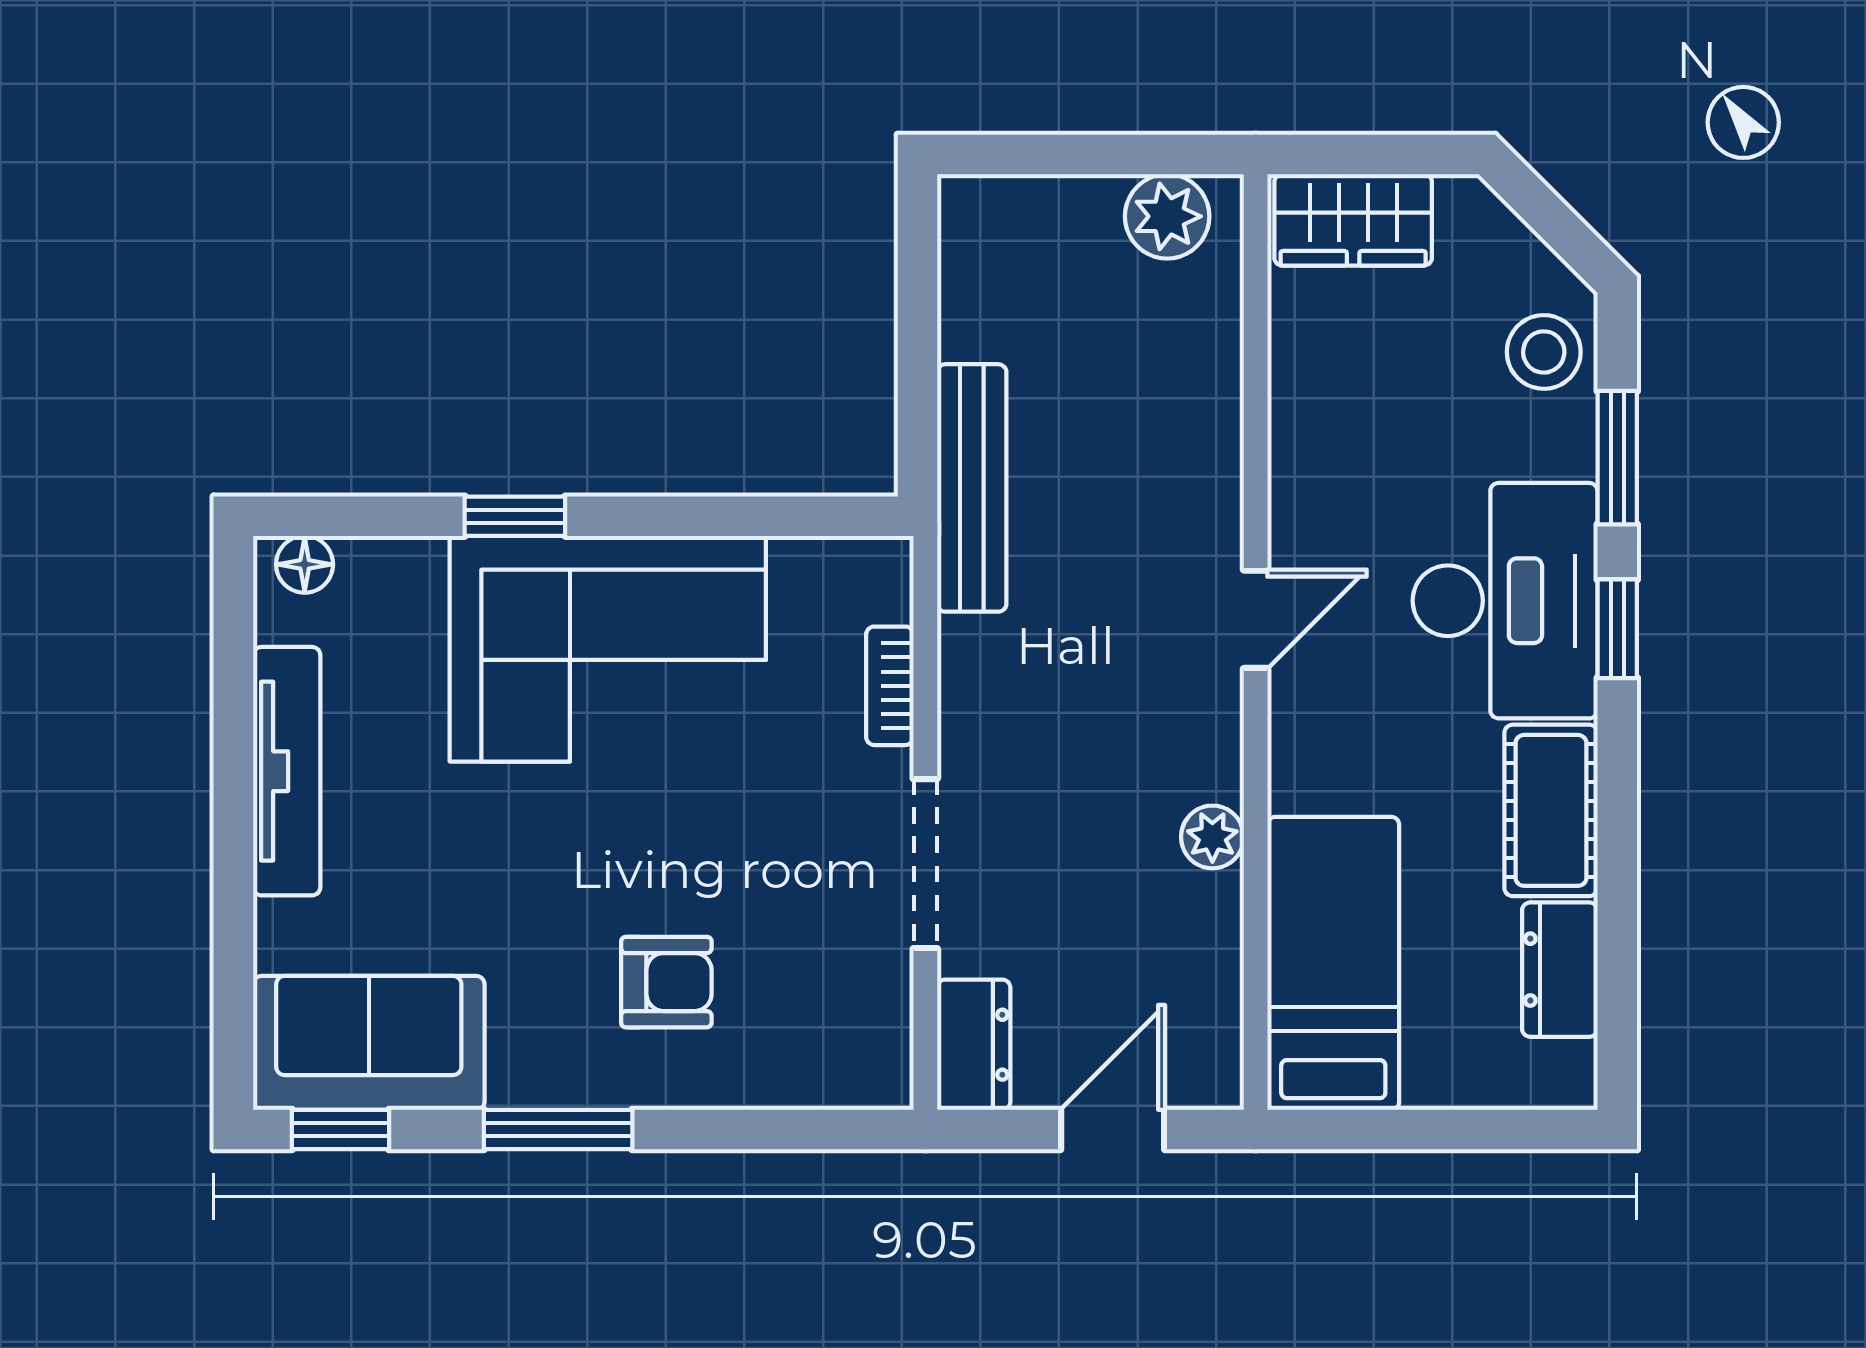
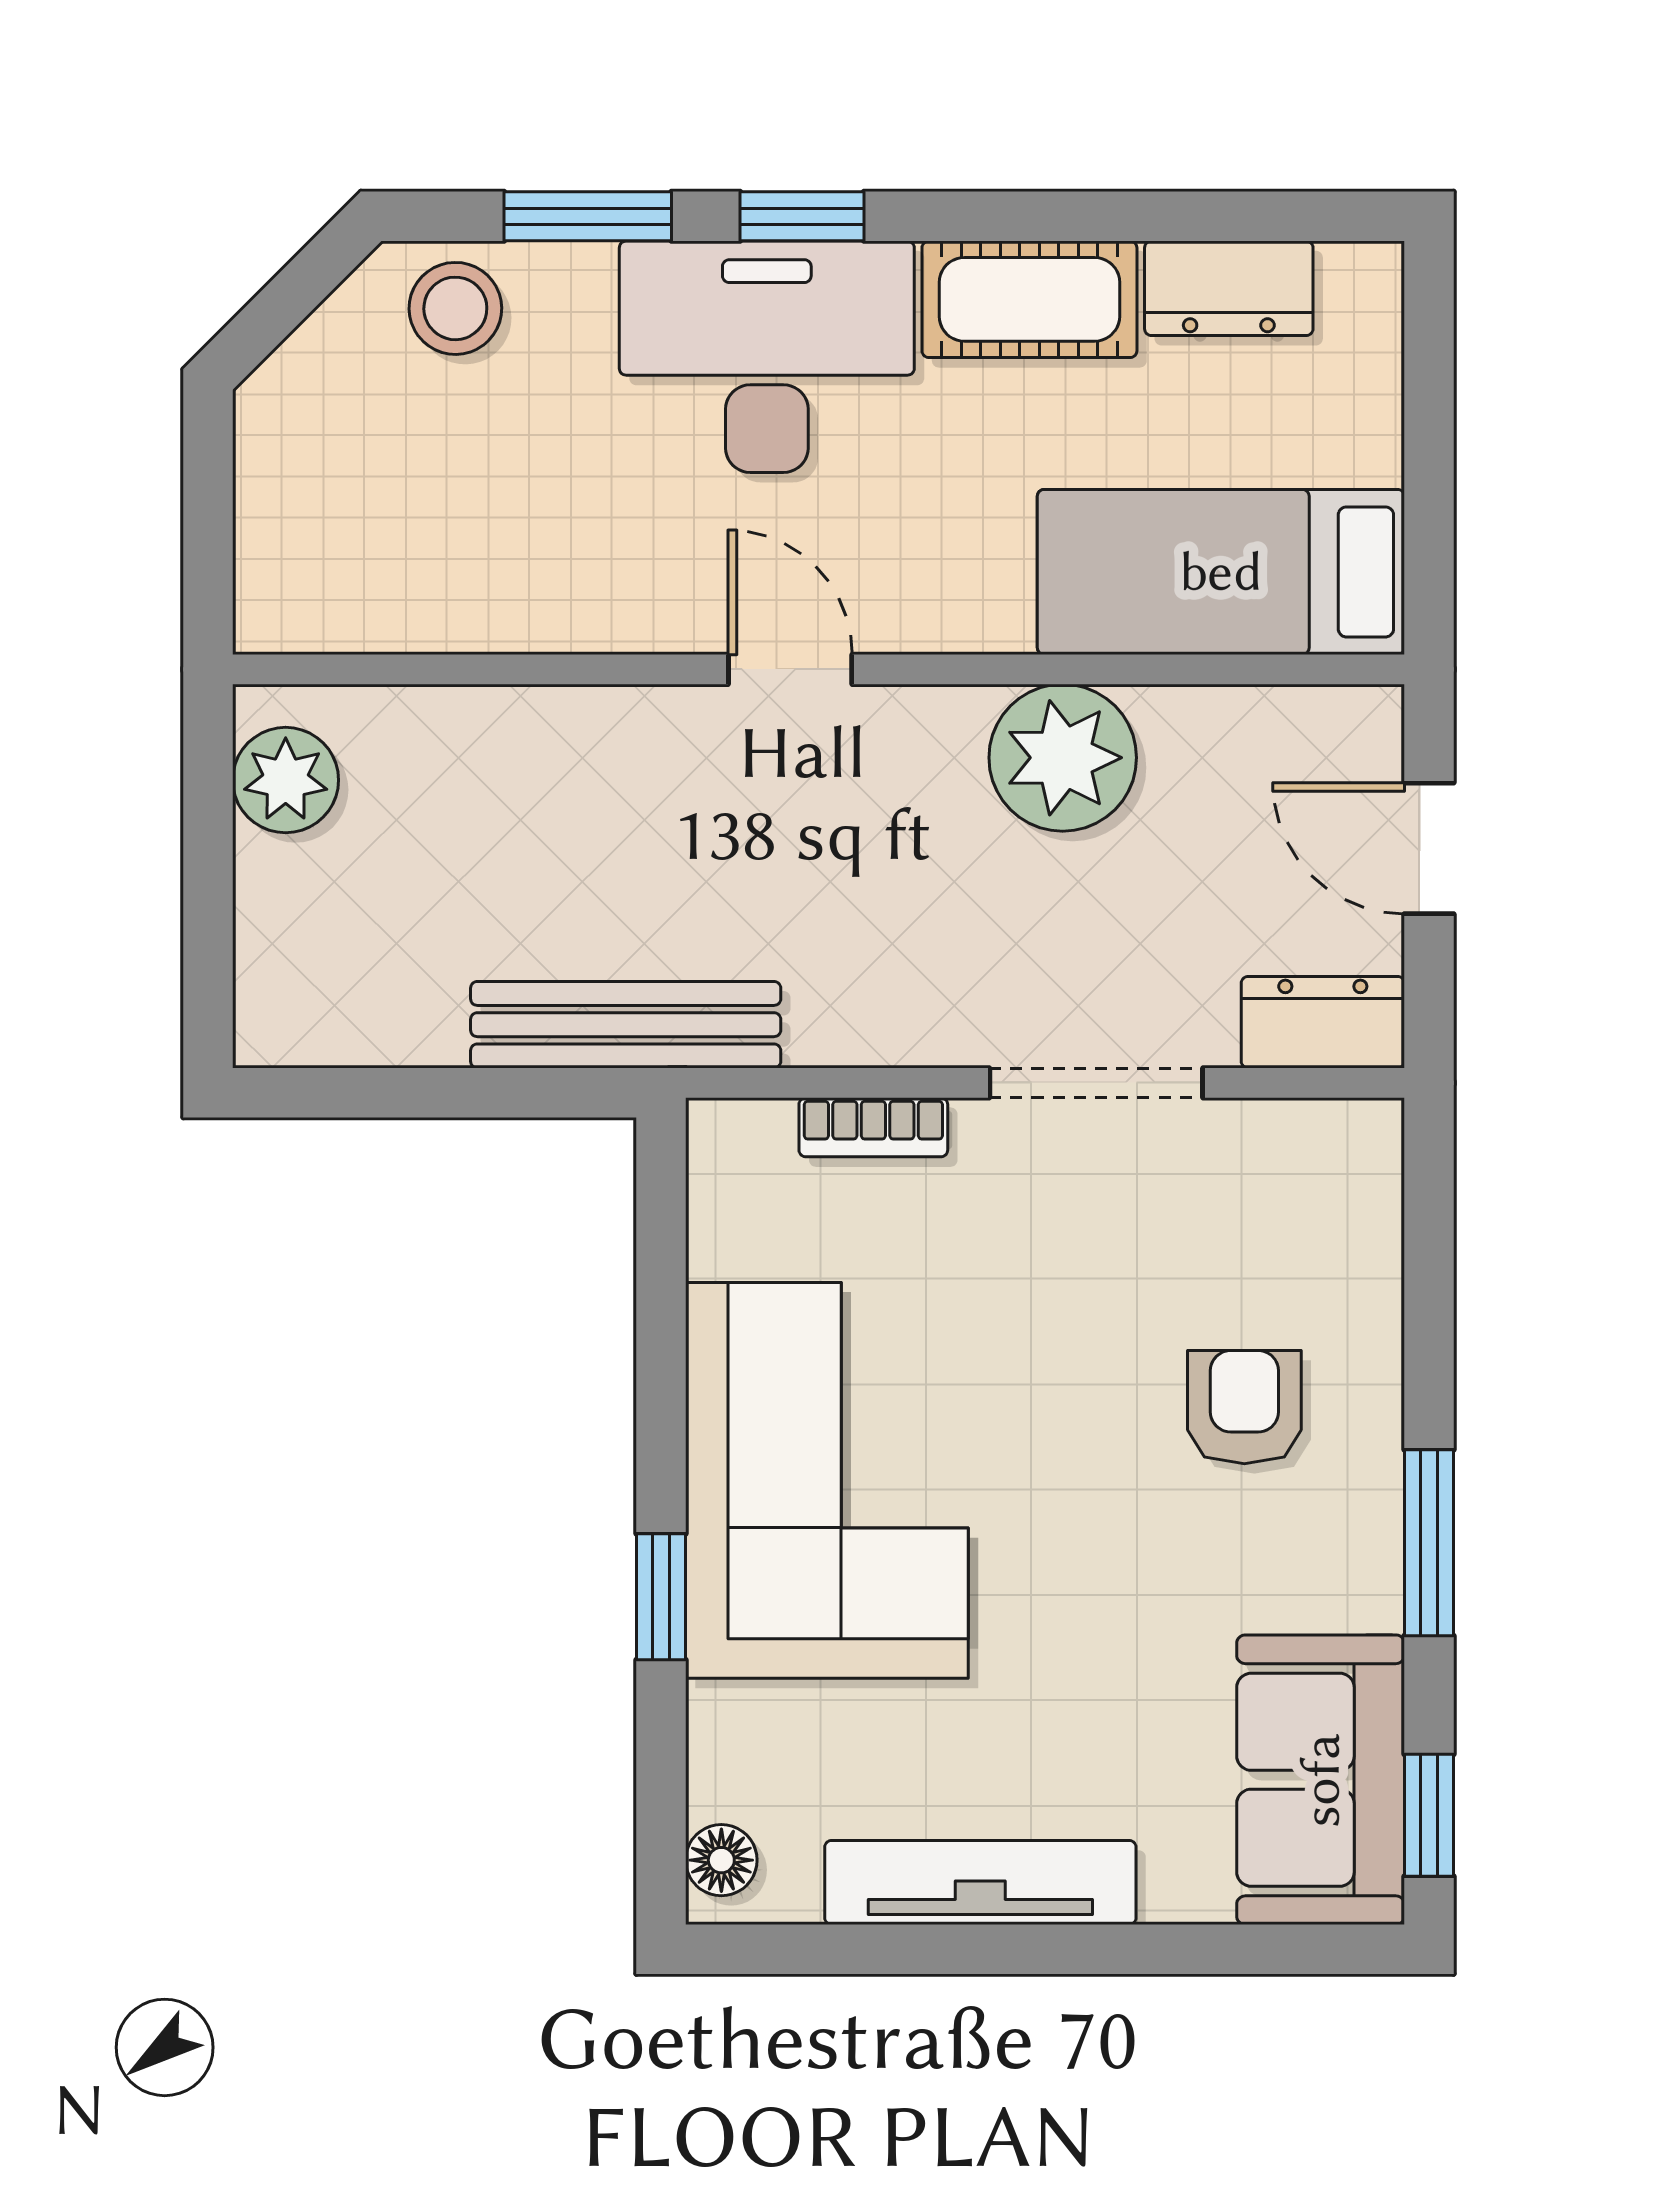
wardrobe: (1353, 220) -> (290, 547), removed
plant: (1212, 837) -> (1063, 758), width x1.88, depth x1.88

